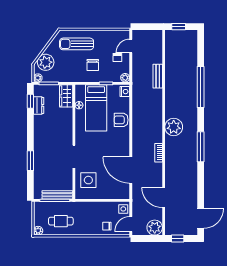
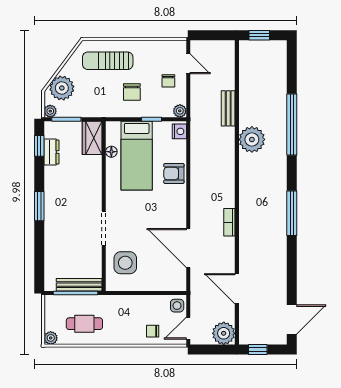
door: (131, 46) -> (188, 64), swing flipped
plant: (174, 127) -> (252, 139), moved
window: (30, 161) -> (39, 206), moved

